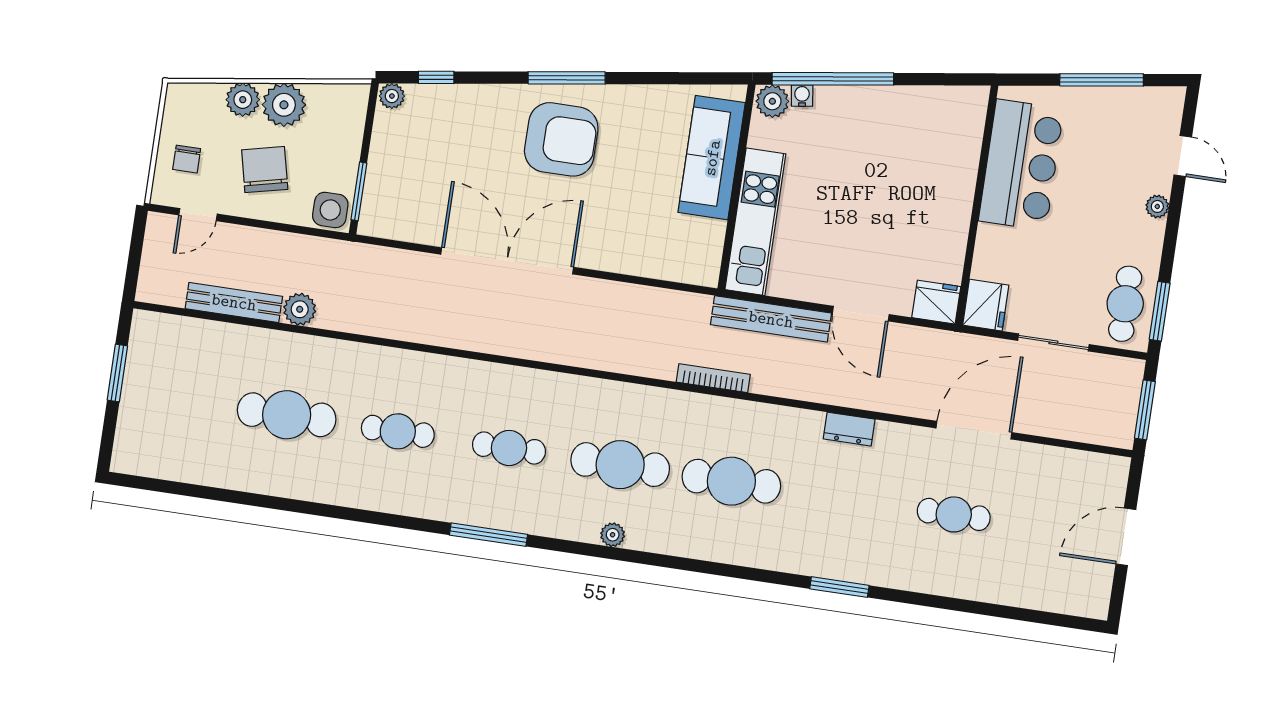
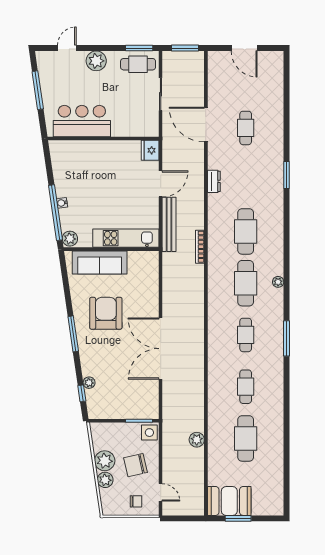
plant: (392, 96) -> (89, 383), moved
water cooler: (802, 96) -> (62, 203), moved
armchair: (561, 139) -> (106, 313), moved
plant: (1157, 206) -> (96, 61), width x1.88, depth x1.88
bench: (234, 302) -> (198, 470), removed
fridge: (986, 305) -> (148, 128), removed
booth: (158, 360) -> (229, 501), added

